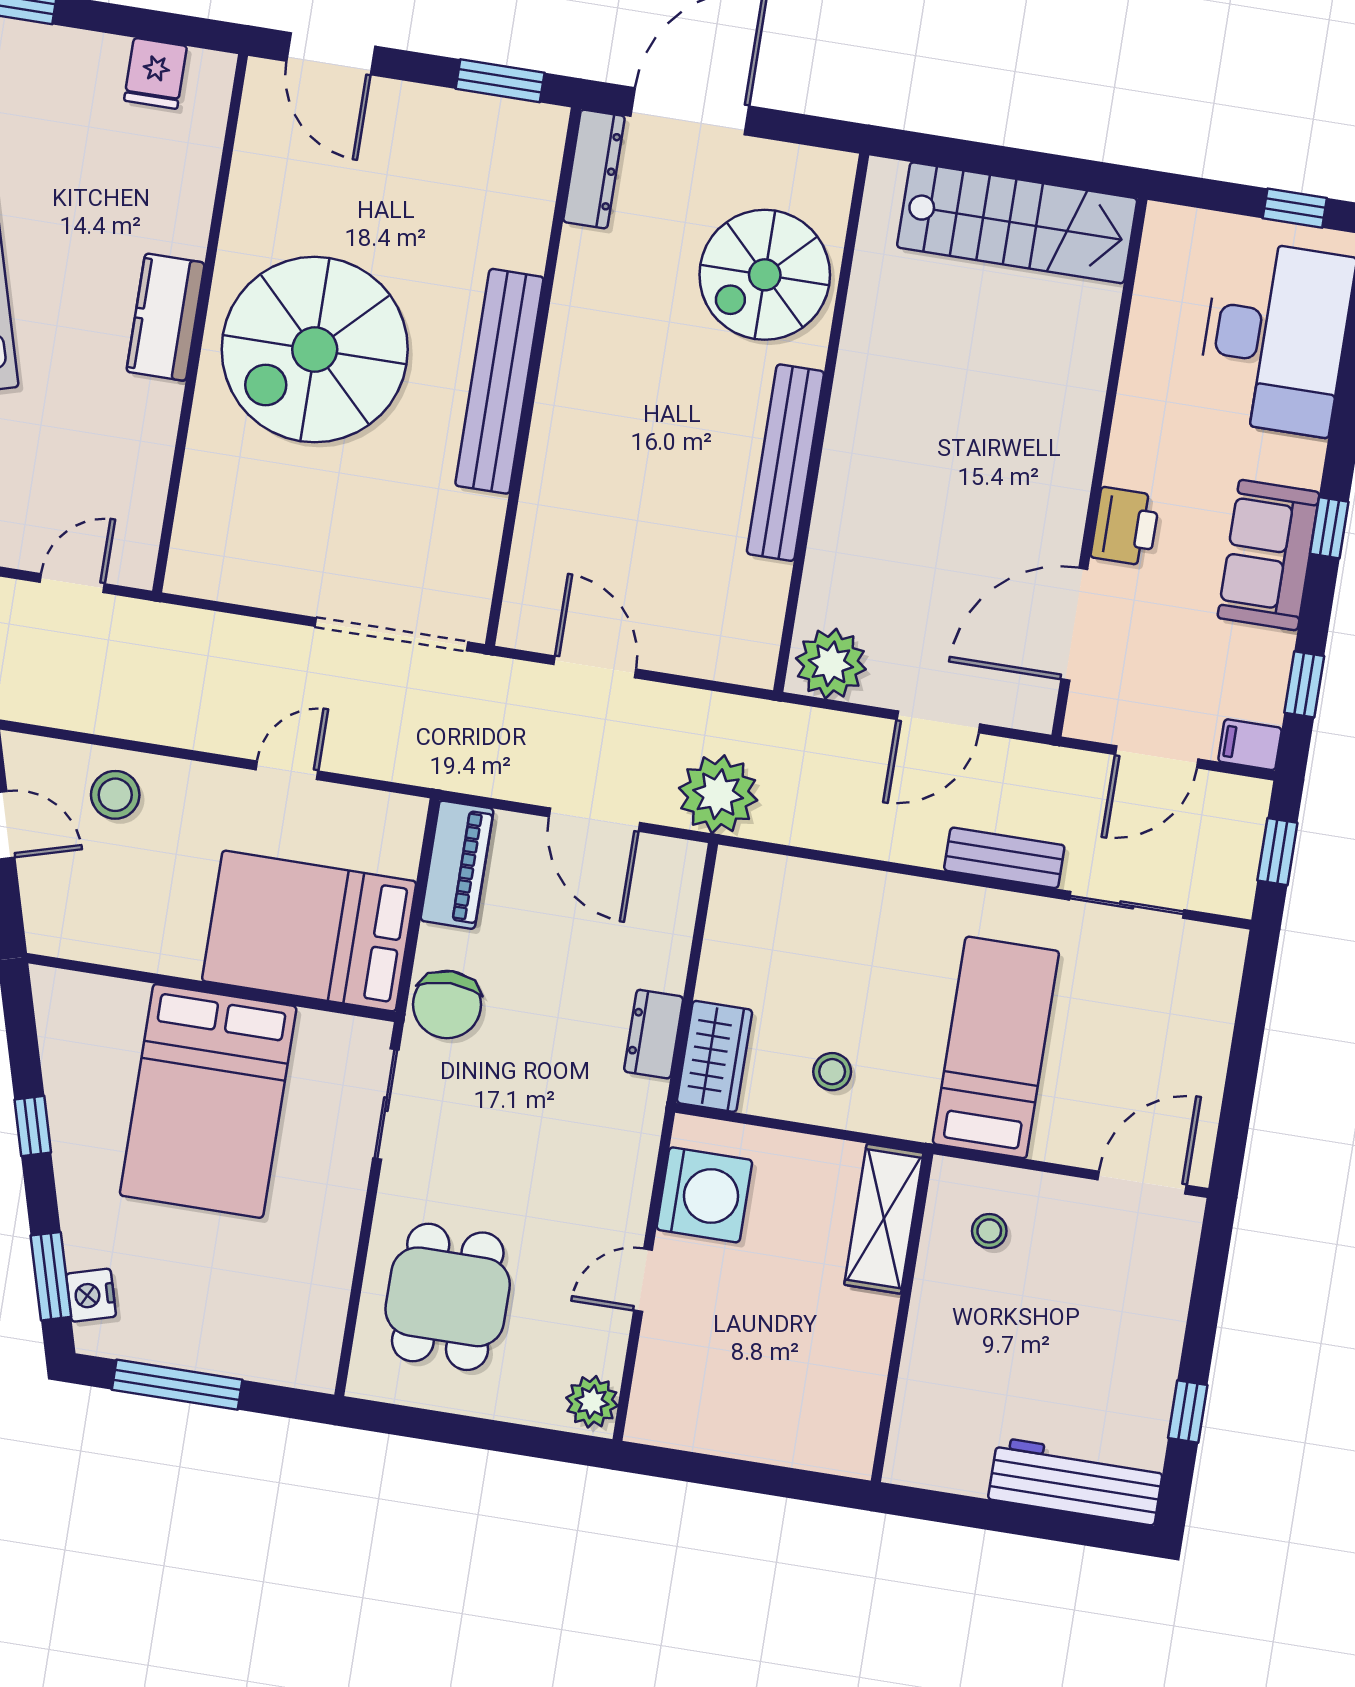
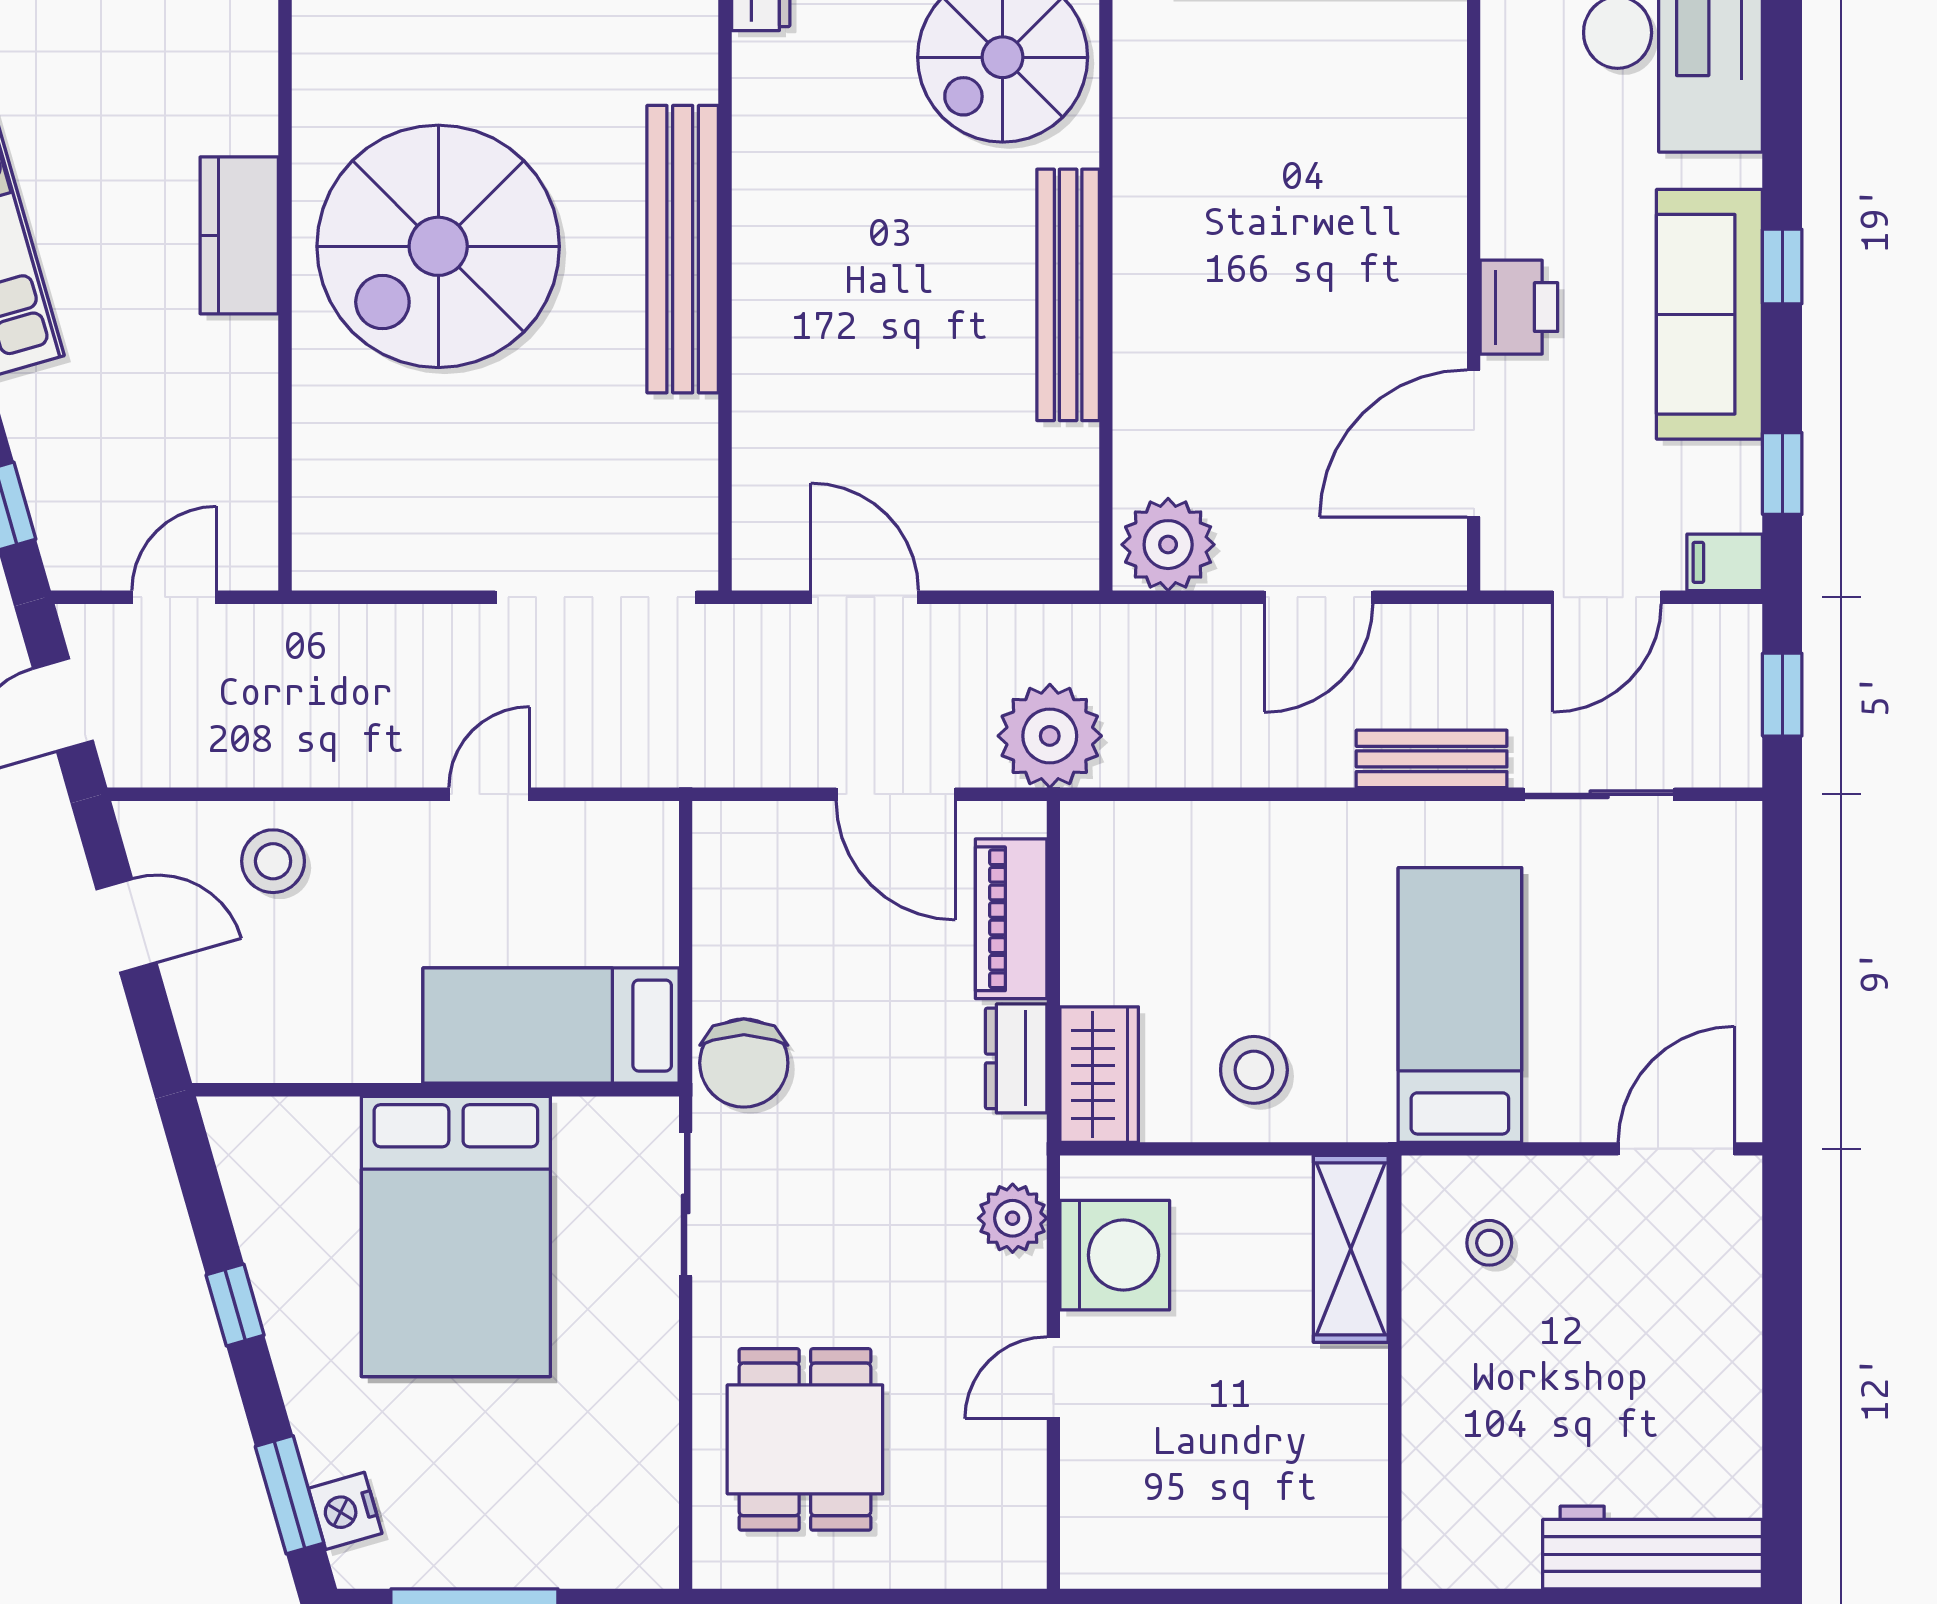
sofa: (1268, 555) -> (1709, 314), width x1.36
piano: (457, 865) -> (1011, 919), moved, turned 180
bed: (309, 931) -> (551, 1026), width x0.67
stool: (832, 1072) -> (1254, 1070), width x1.37, depth x1.37
plant: (592, 1402) -> (1013, 1218), moved
window: (1188, 1411) -> (1782, 1434), removed

